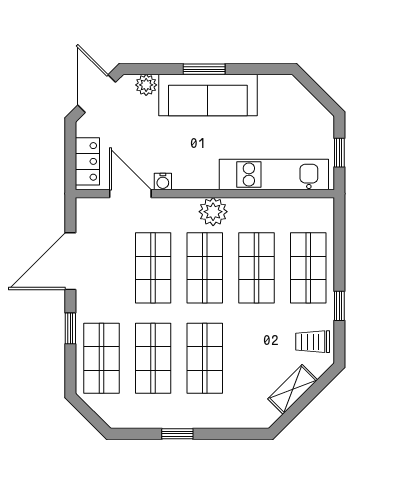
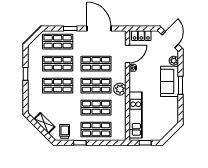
door: (97, 94) -> (170, 40), hinge flipped
sofa: (208, 95) -> (169, 81), width x0.73

